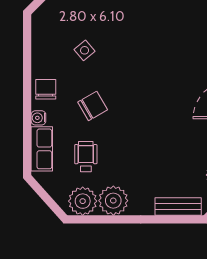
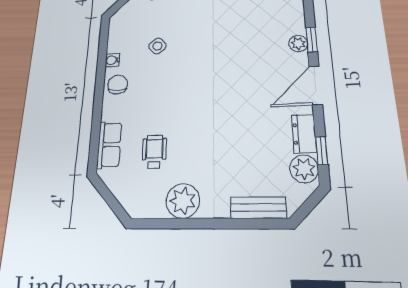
chair: (93, 106) -> (163, 99), removed
water cooler: (38, 118) -> (112, 60), moved
plant: (83, 201) -> (149, 202), removed

